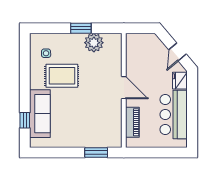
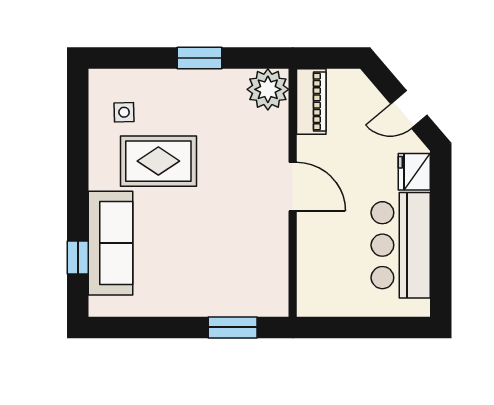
plant: (94, 43) -> (268, 89), moved
door: (177, 52) -> (409, 109), hinge flipped
piano: (132, 122) -> (311, 101), moved

